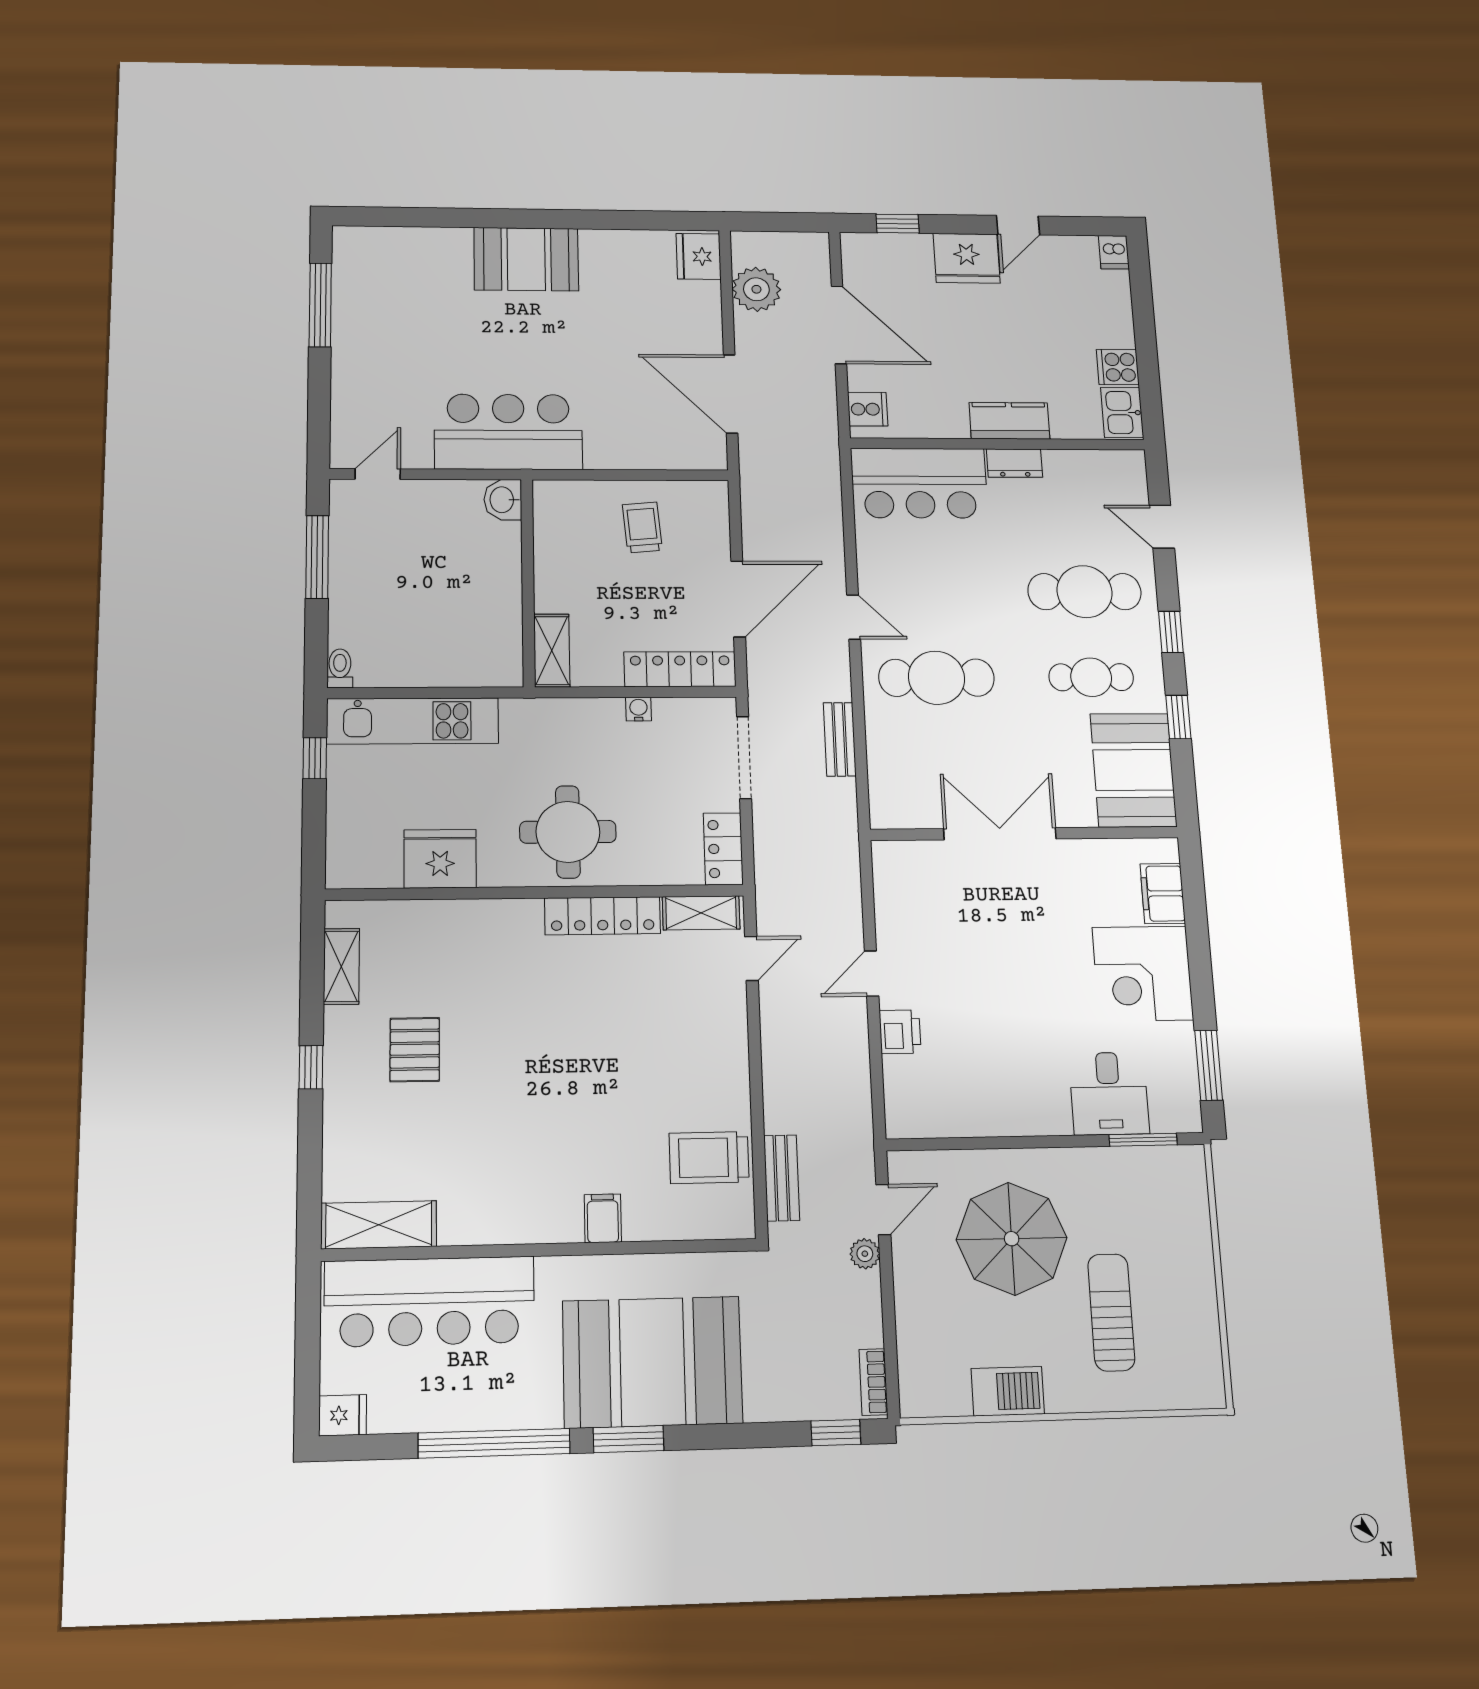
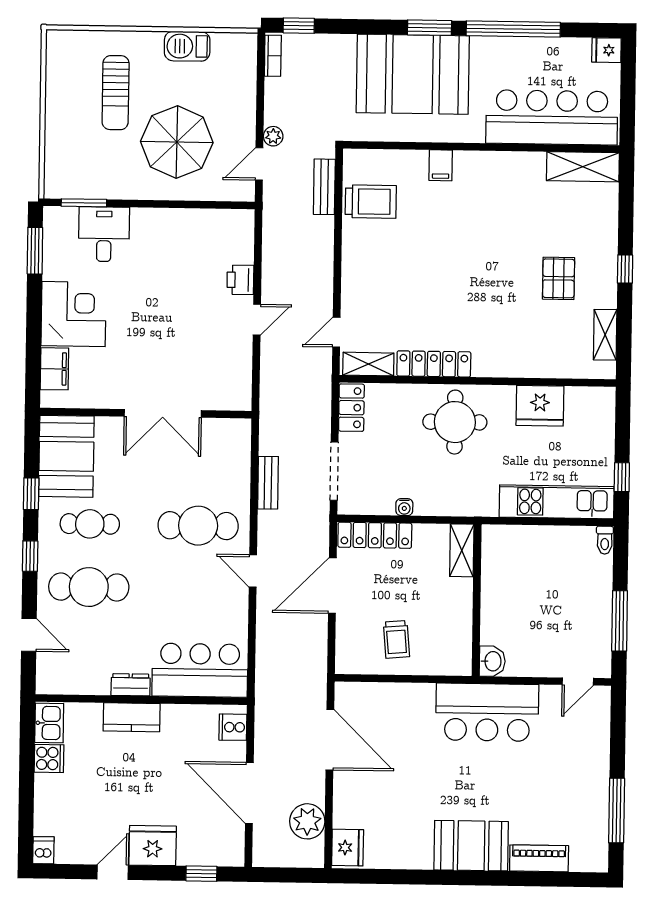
piano: (430, 243) -> (539, 858), added

